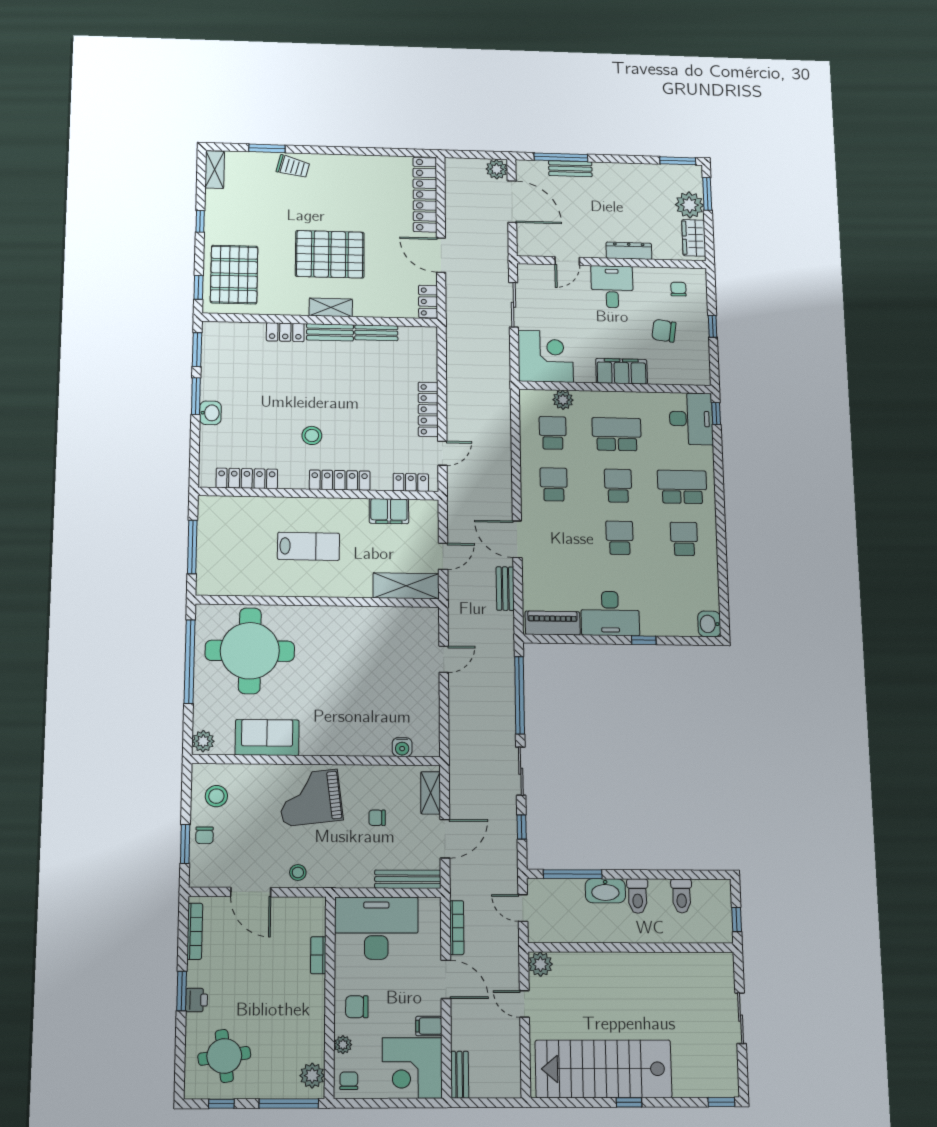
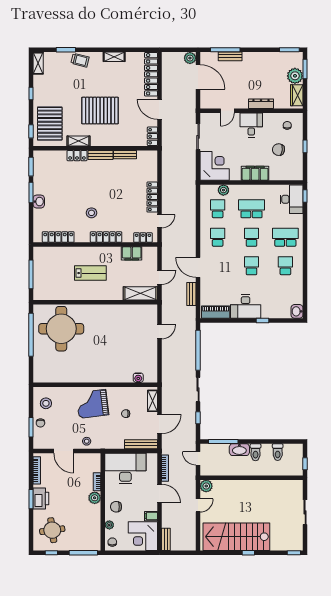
shelving: (357, 163) -> (114, 57), added
shelving: (331, 307) -> (78, 141), moved
sofa: (267, 737) -> (71, 373), removed
plant: (203, 741) -> (39, 376), removed
printer: (197, 1000) -> (41, 499), width x1.87, depth x1.48
door: (524, 1004) -> (198, 505), swing flipped
plant: (312, 1076) -> (95, 498), moved

